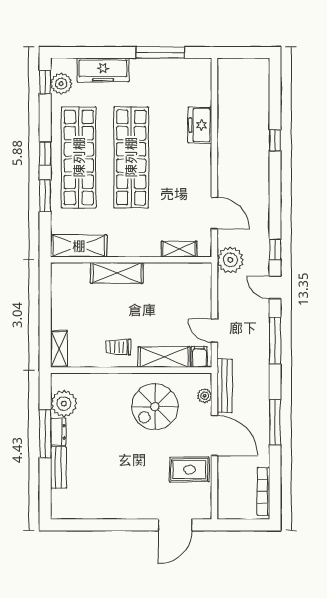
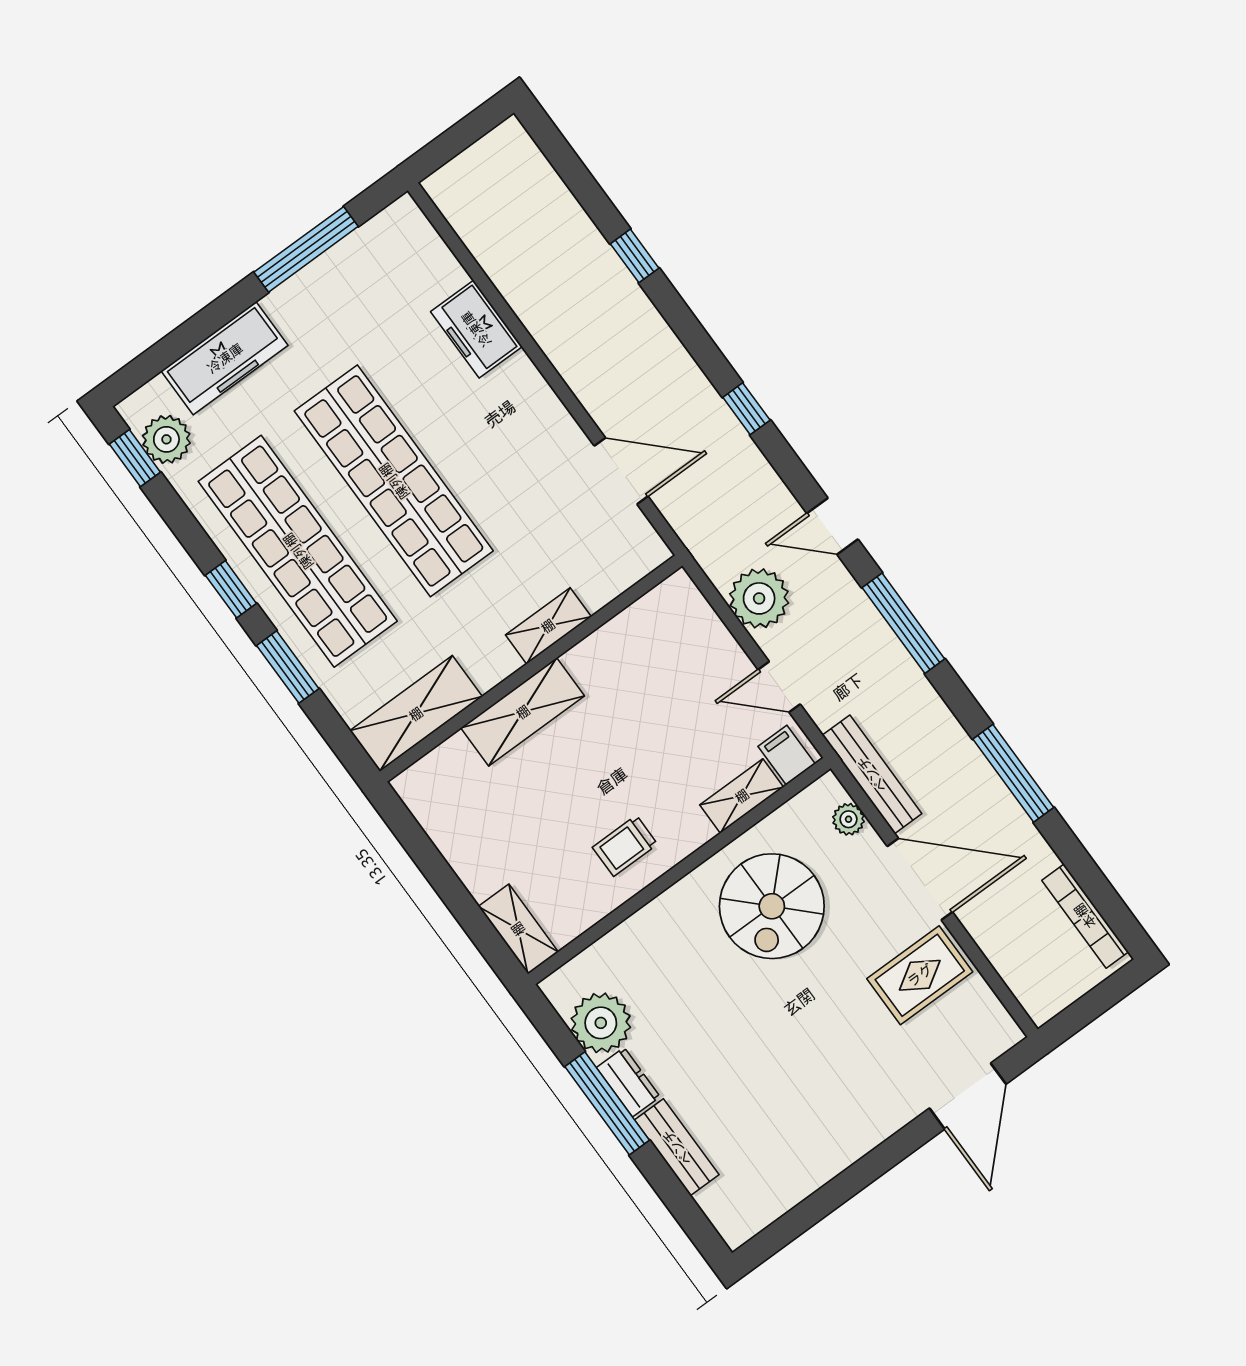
shelving: (179, 249) -> (548, 626), moved
window: (275, 250) -> (746, 409), moved
plant: (230, 260) -> (759, 598), moved
shelving: (164, 357) -> (742, 796), width x0.67, depth x0.75

